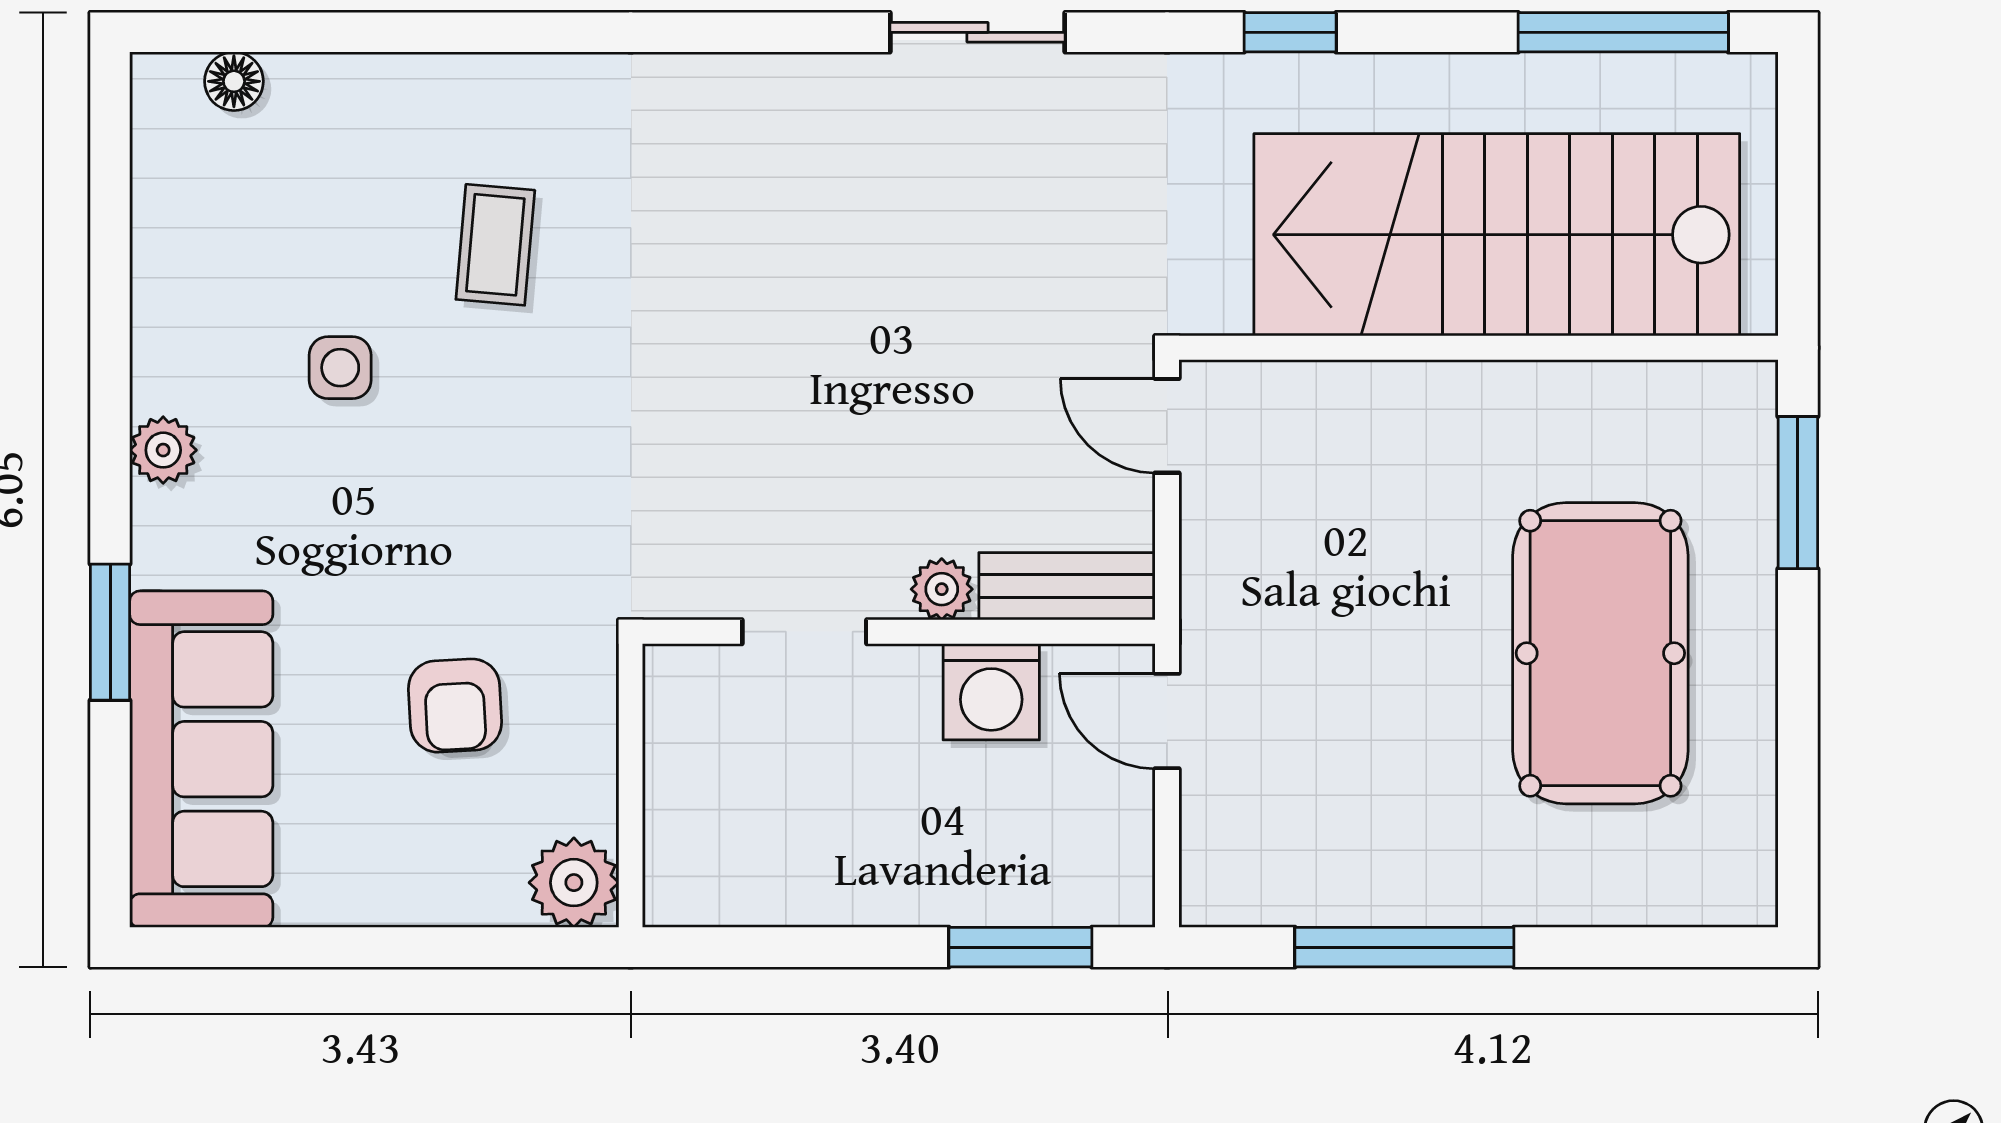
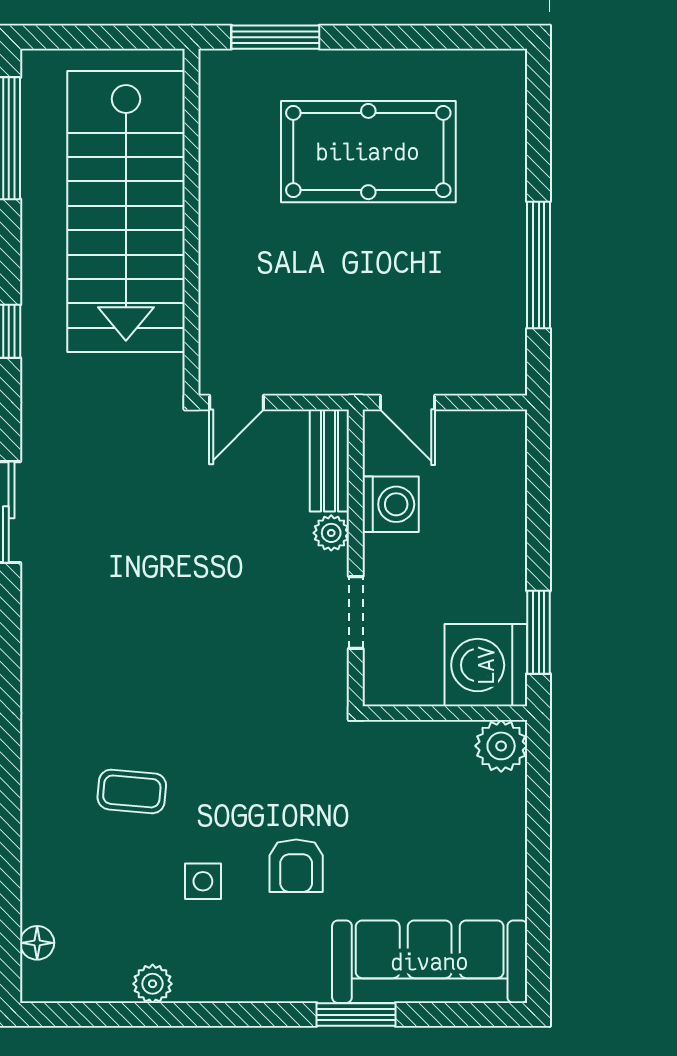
plant: (163, 450) -> (153, 984), moved
armchair: (455, 706) -> (296, 866), moved, turned 93
door: (1167, 721) -> (408, 403), hinge flipped
washing machine: (714, 856) -> (486, 665), added
window: (1020, 947) -> (539, 632), moved

